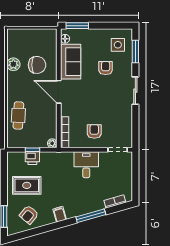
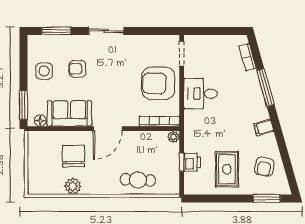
side table: (118, 45) -> (44, 71), moved
armchair: (94, 131) -> (158, 83), width x1.88, depth x1.88
armchair: (29, 215) -> (264, 167), turned 61

